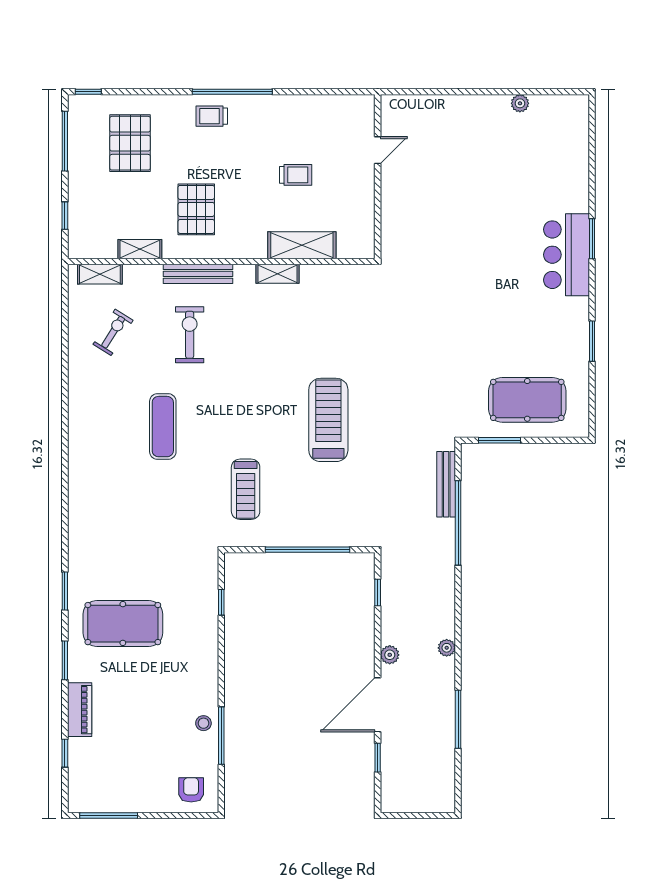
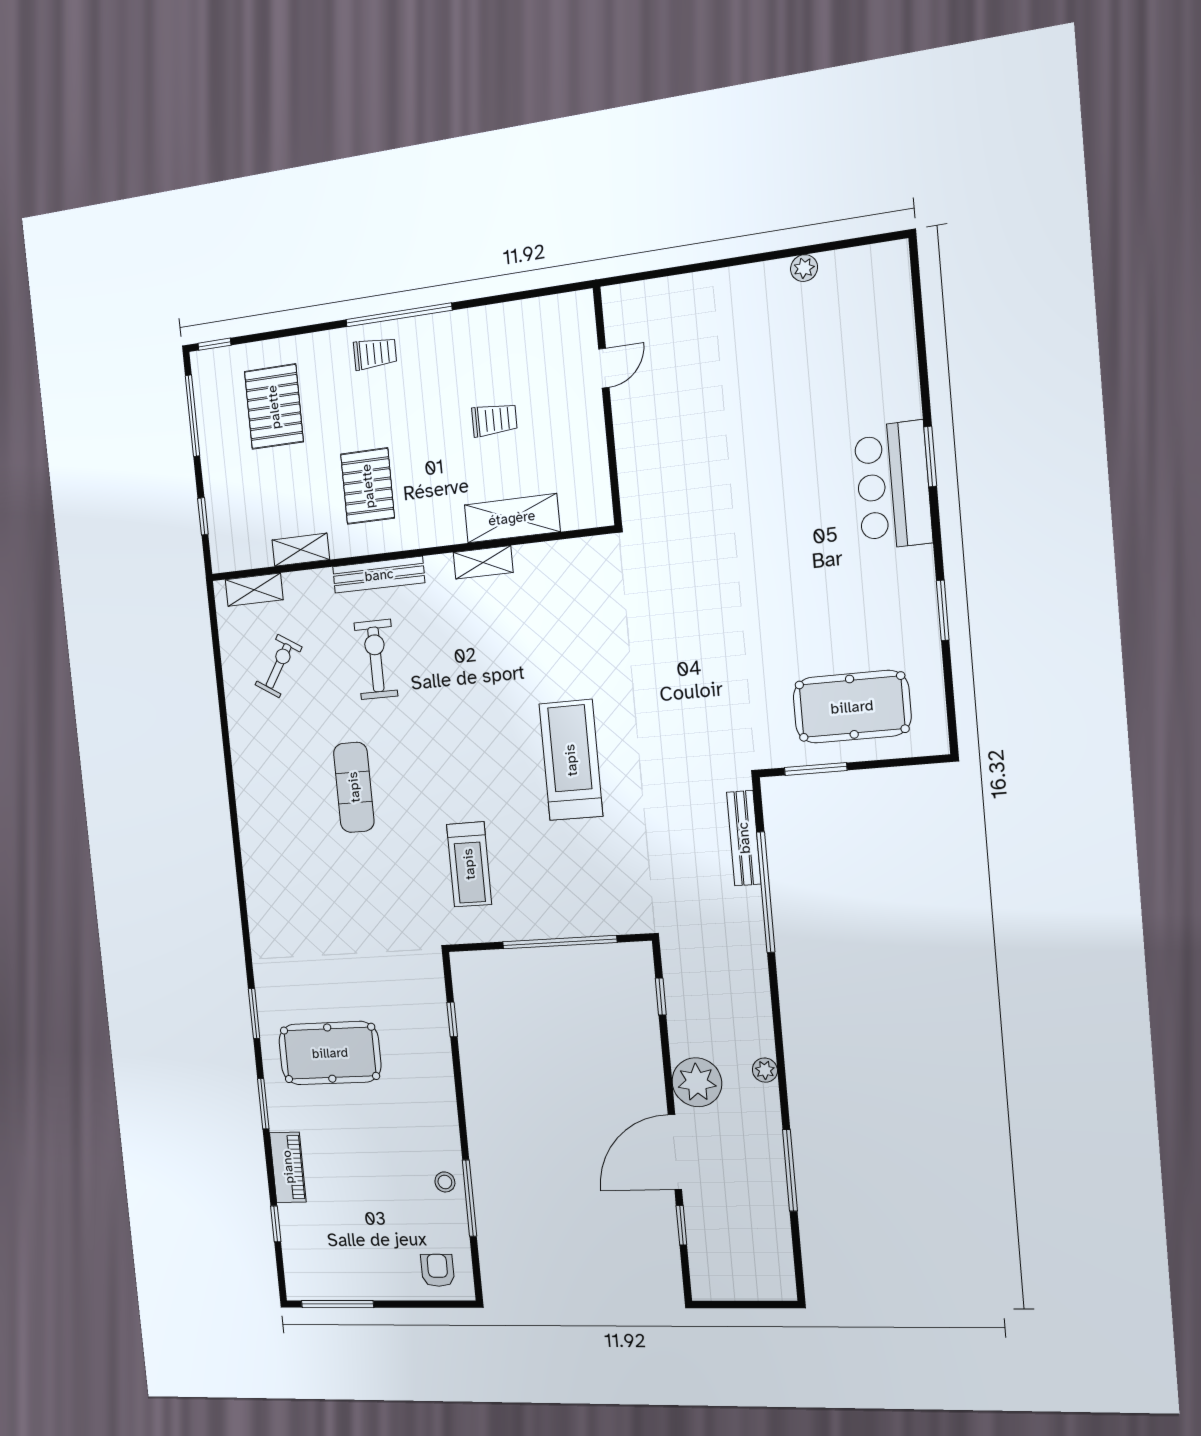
trolley: (212, 116) -> (375, 353), turned 180
plant: (390, 655) -> (697, 1082), width x1.88, depth x1.88

